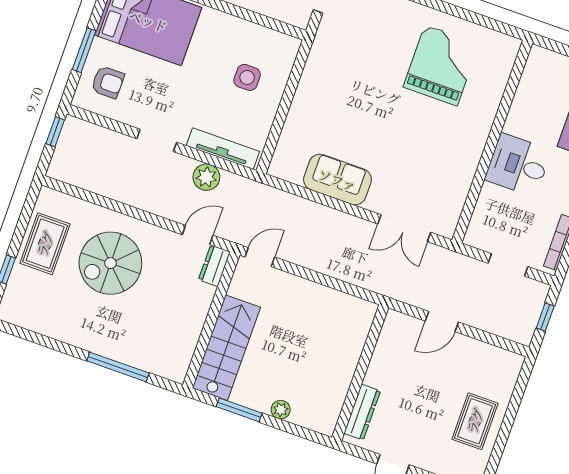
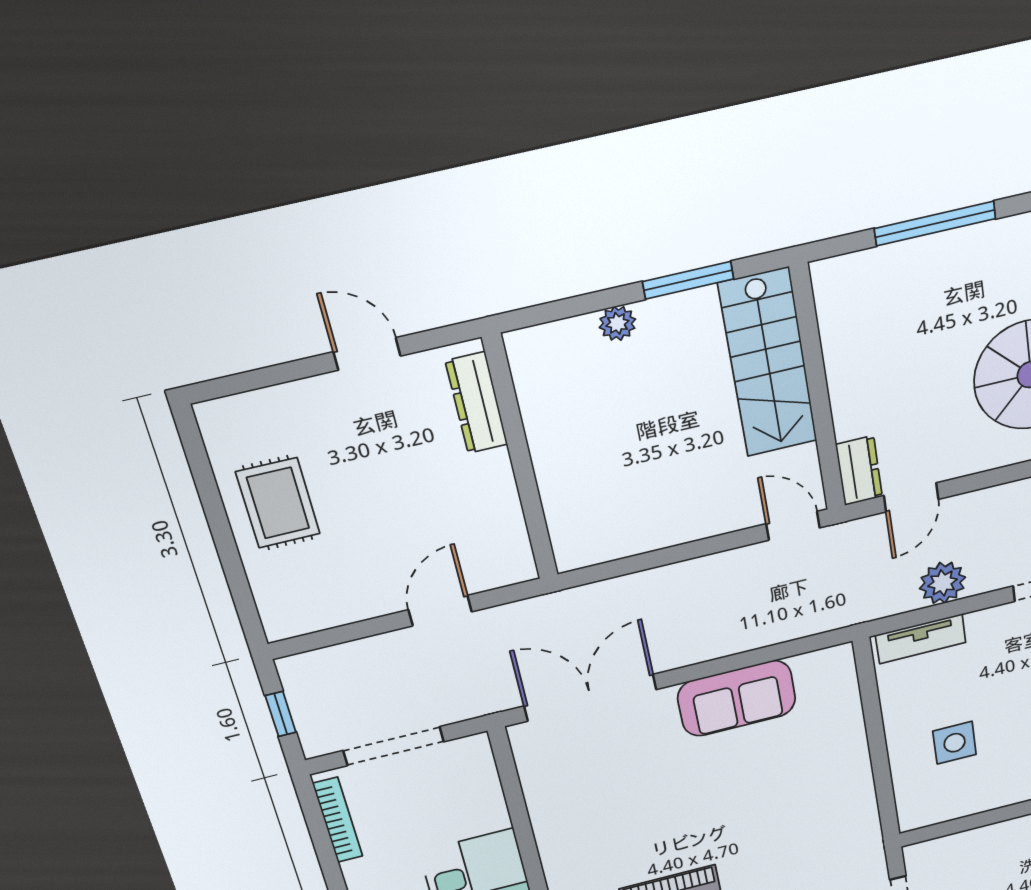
tv unit: (223, 149) -> (921, 639), width x0.71
double door: (404, 228) -> (590, 698), width x1.37
door: (260, 257) -> (793, 526), swing flipped
doorway: (508, 265) -> (394, 746), width x1.38

